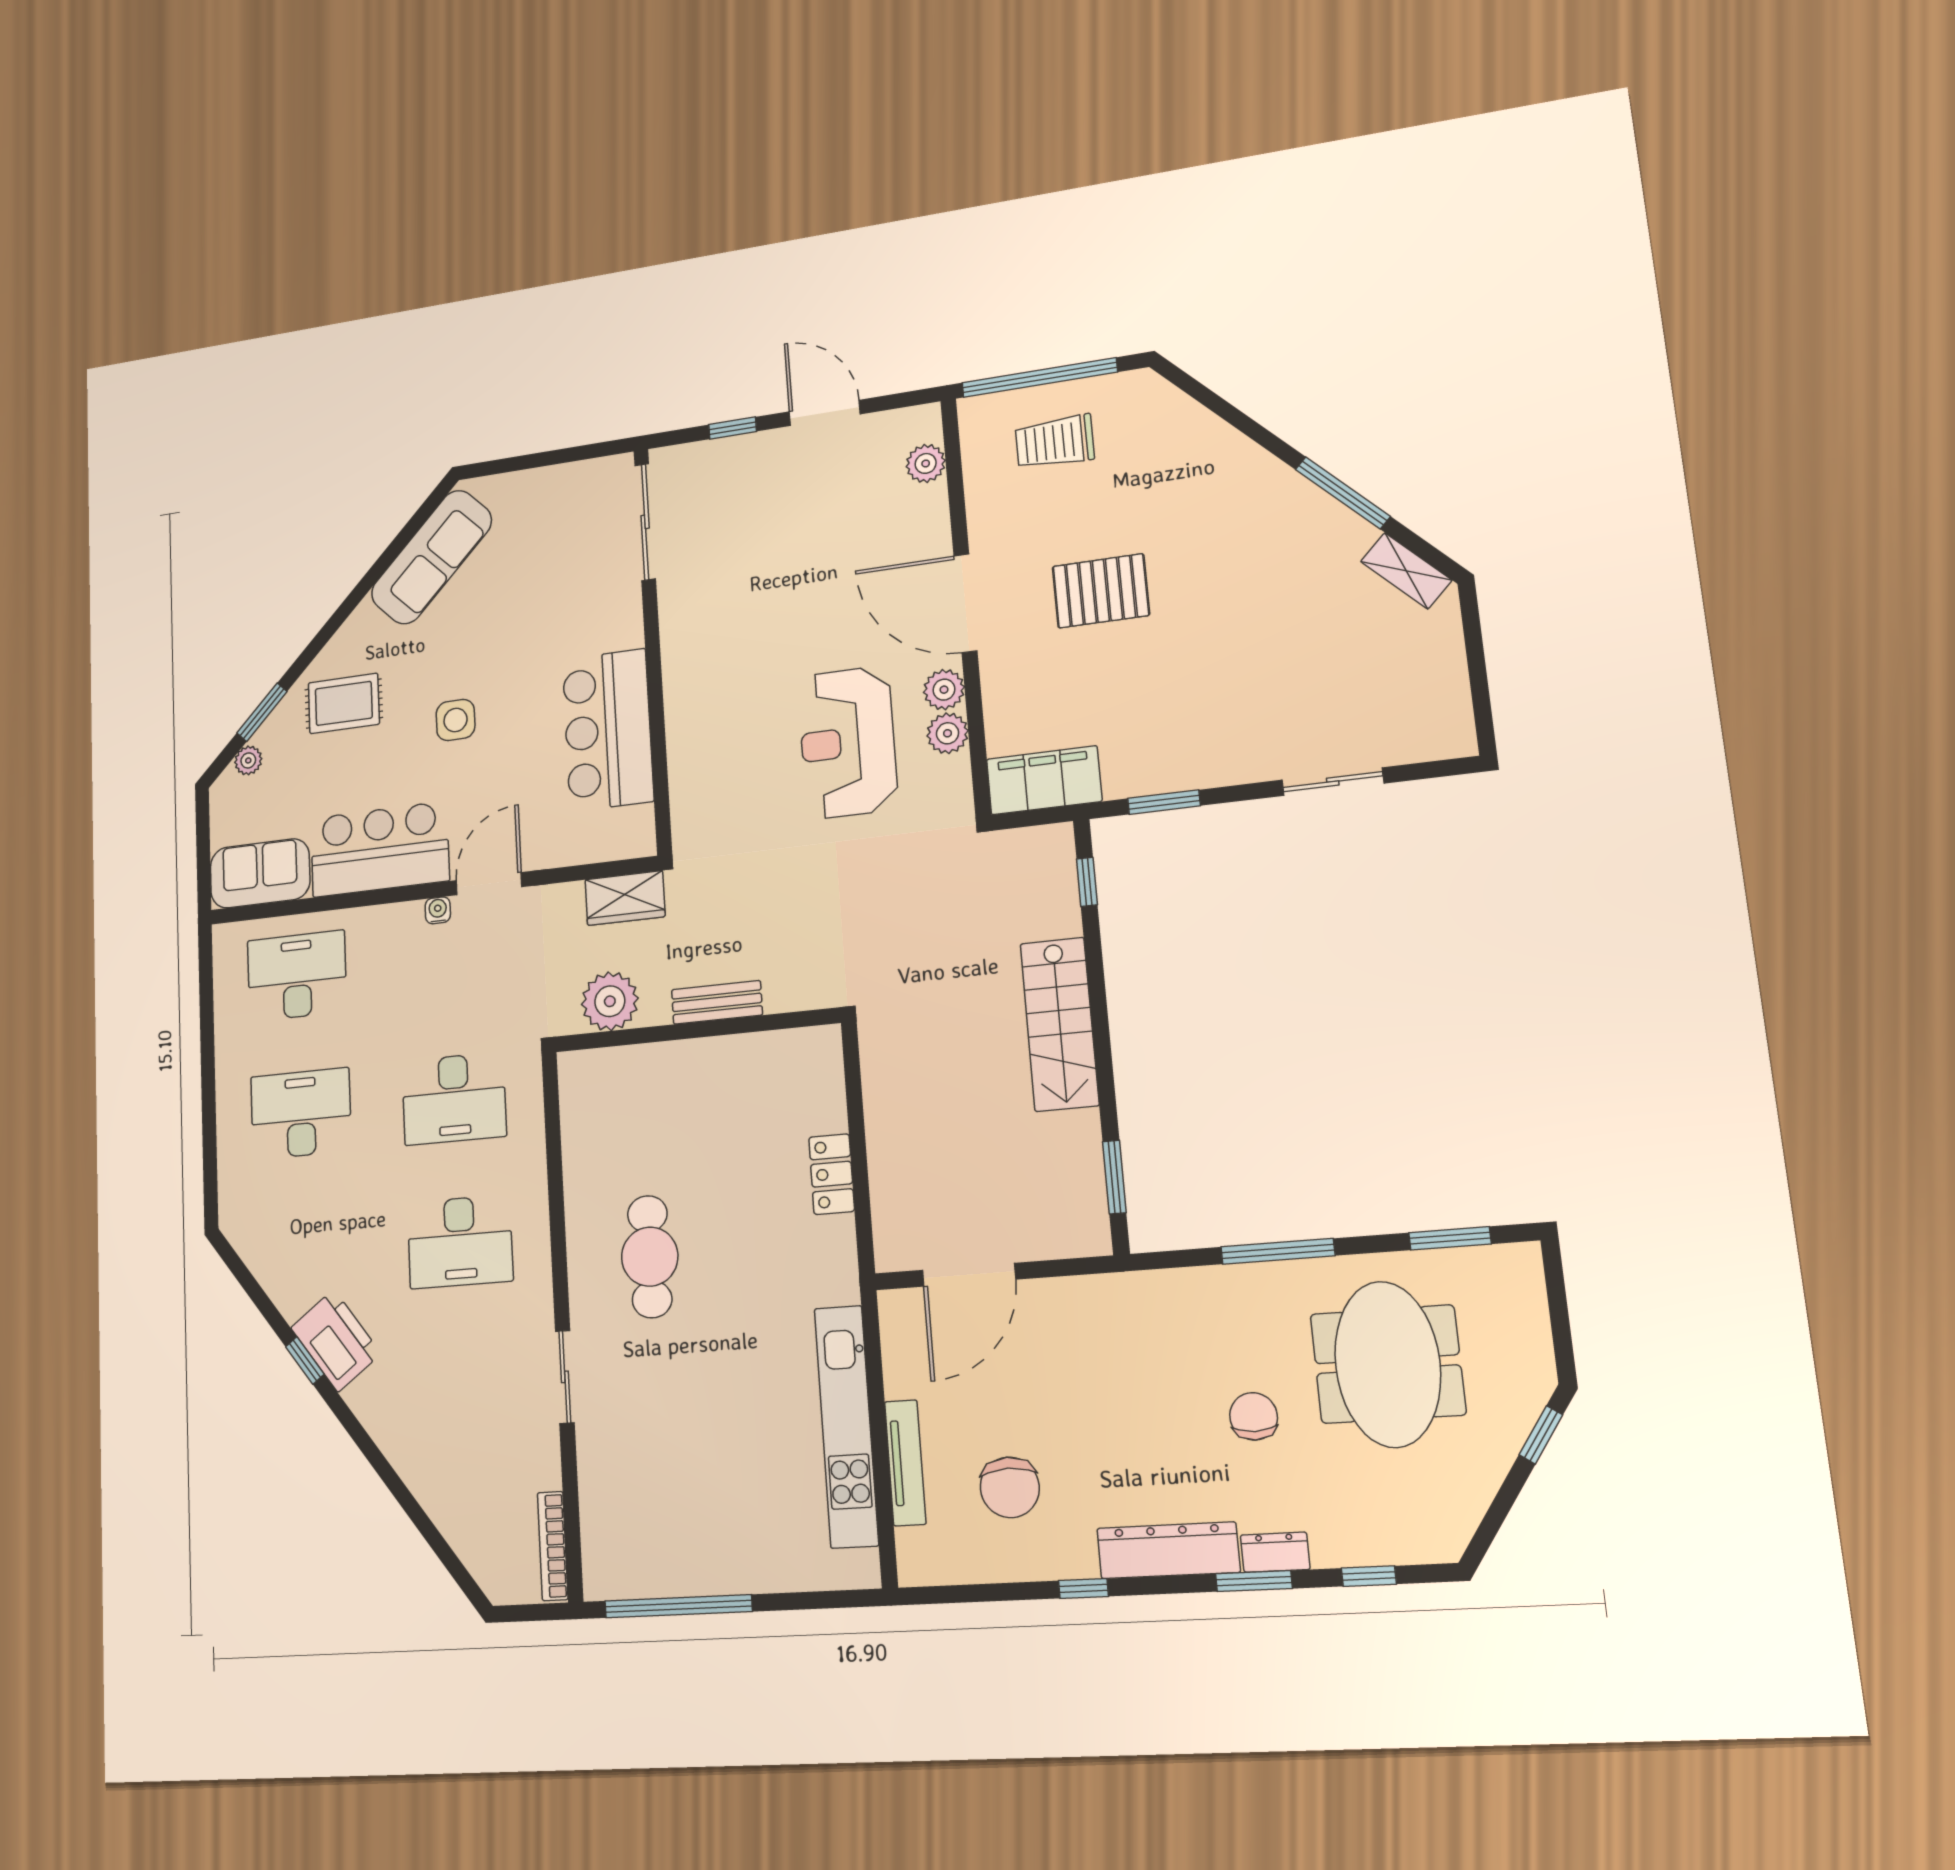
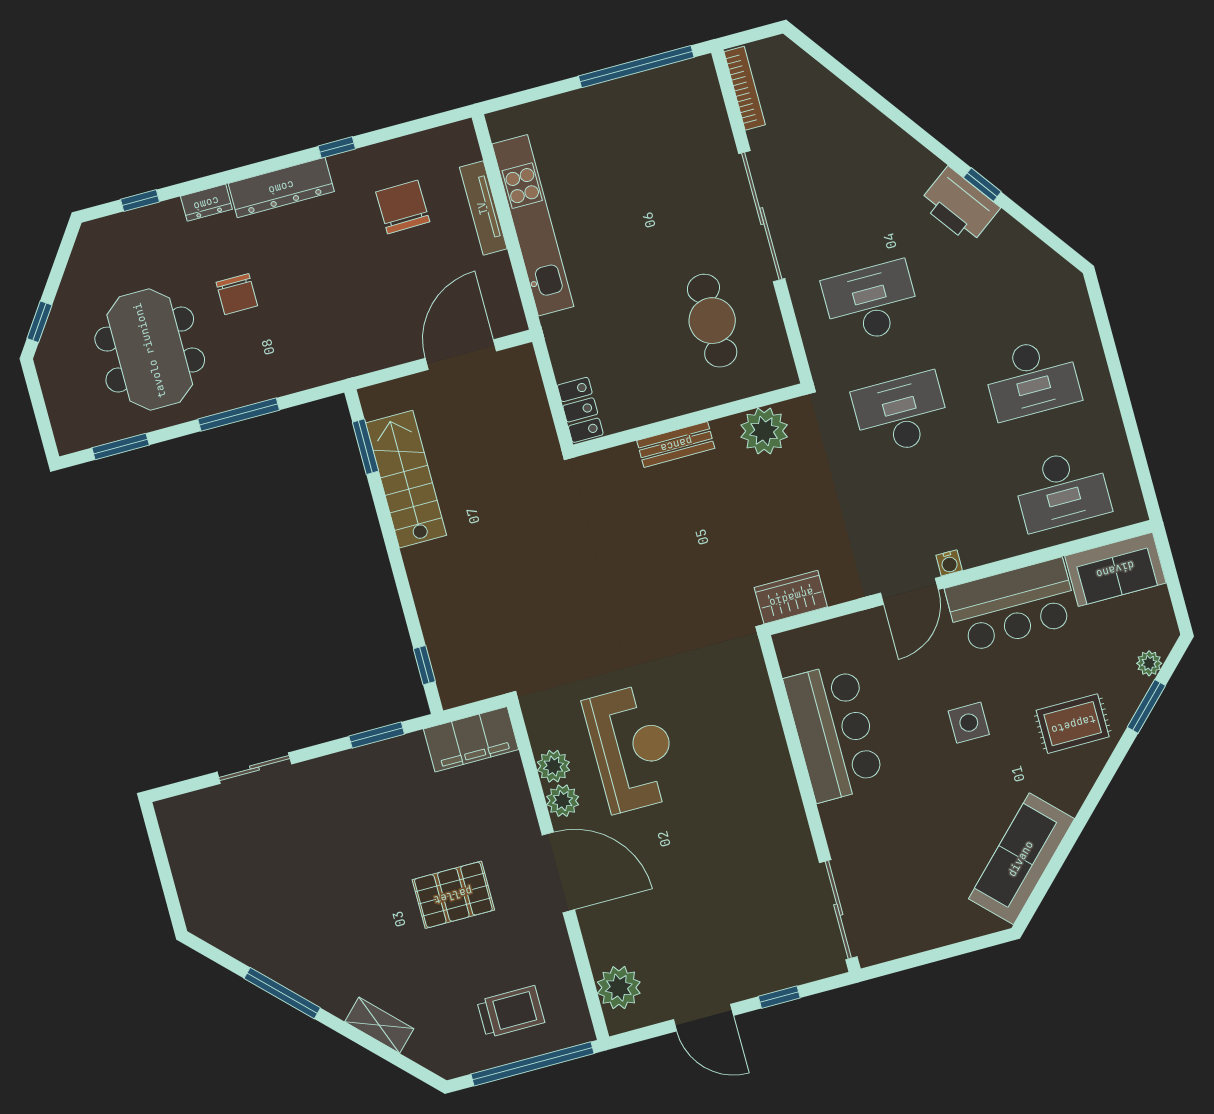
plant: (926, 463) -> (619, 988), width x1.36, depth x1.36
shelving: (1406, 571) -> (379, 1025), moved
plant: (610, 1001) -> (764, 431), moved
bench: (717, 1002) -> (676, 444), moved
stairs: (1060, 1024) -> (406, 479), moved
wall: (696, 1030) -> (688, 420), moved
sliding door: (565, 1377) -> (762, 216), width x1.86
window: (1254, 1581) -> (218, 179), removed

